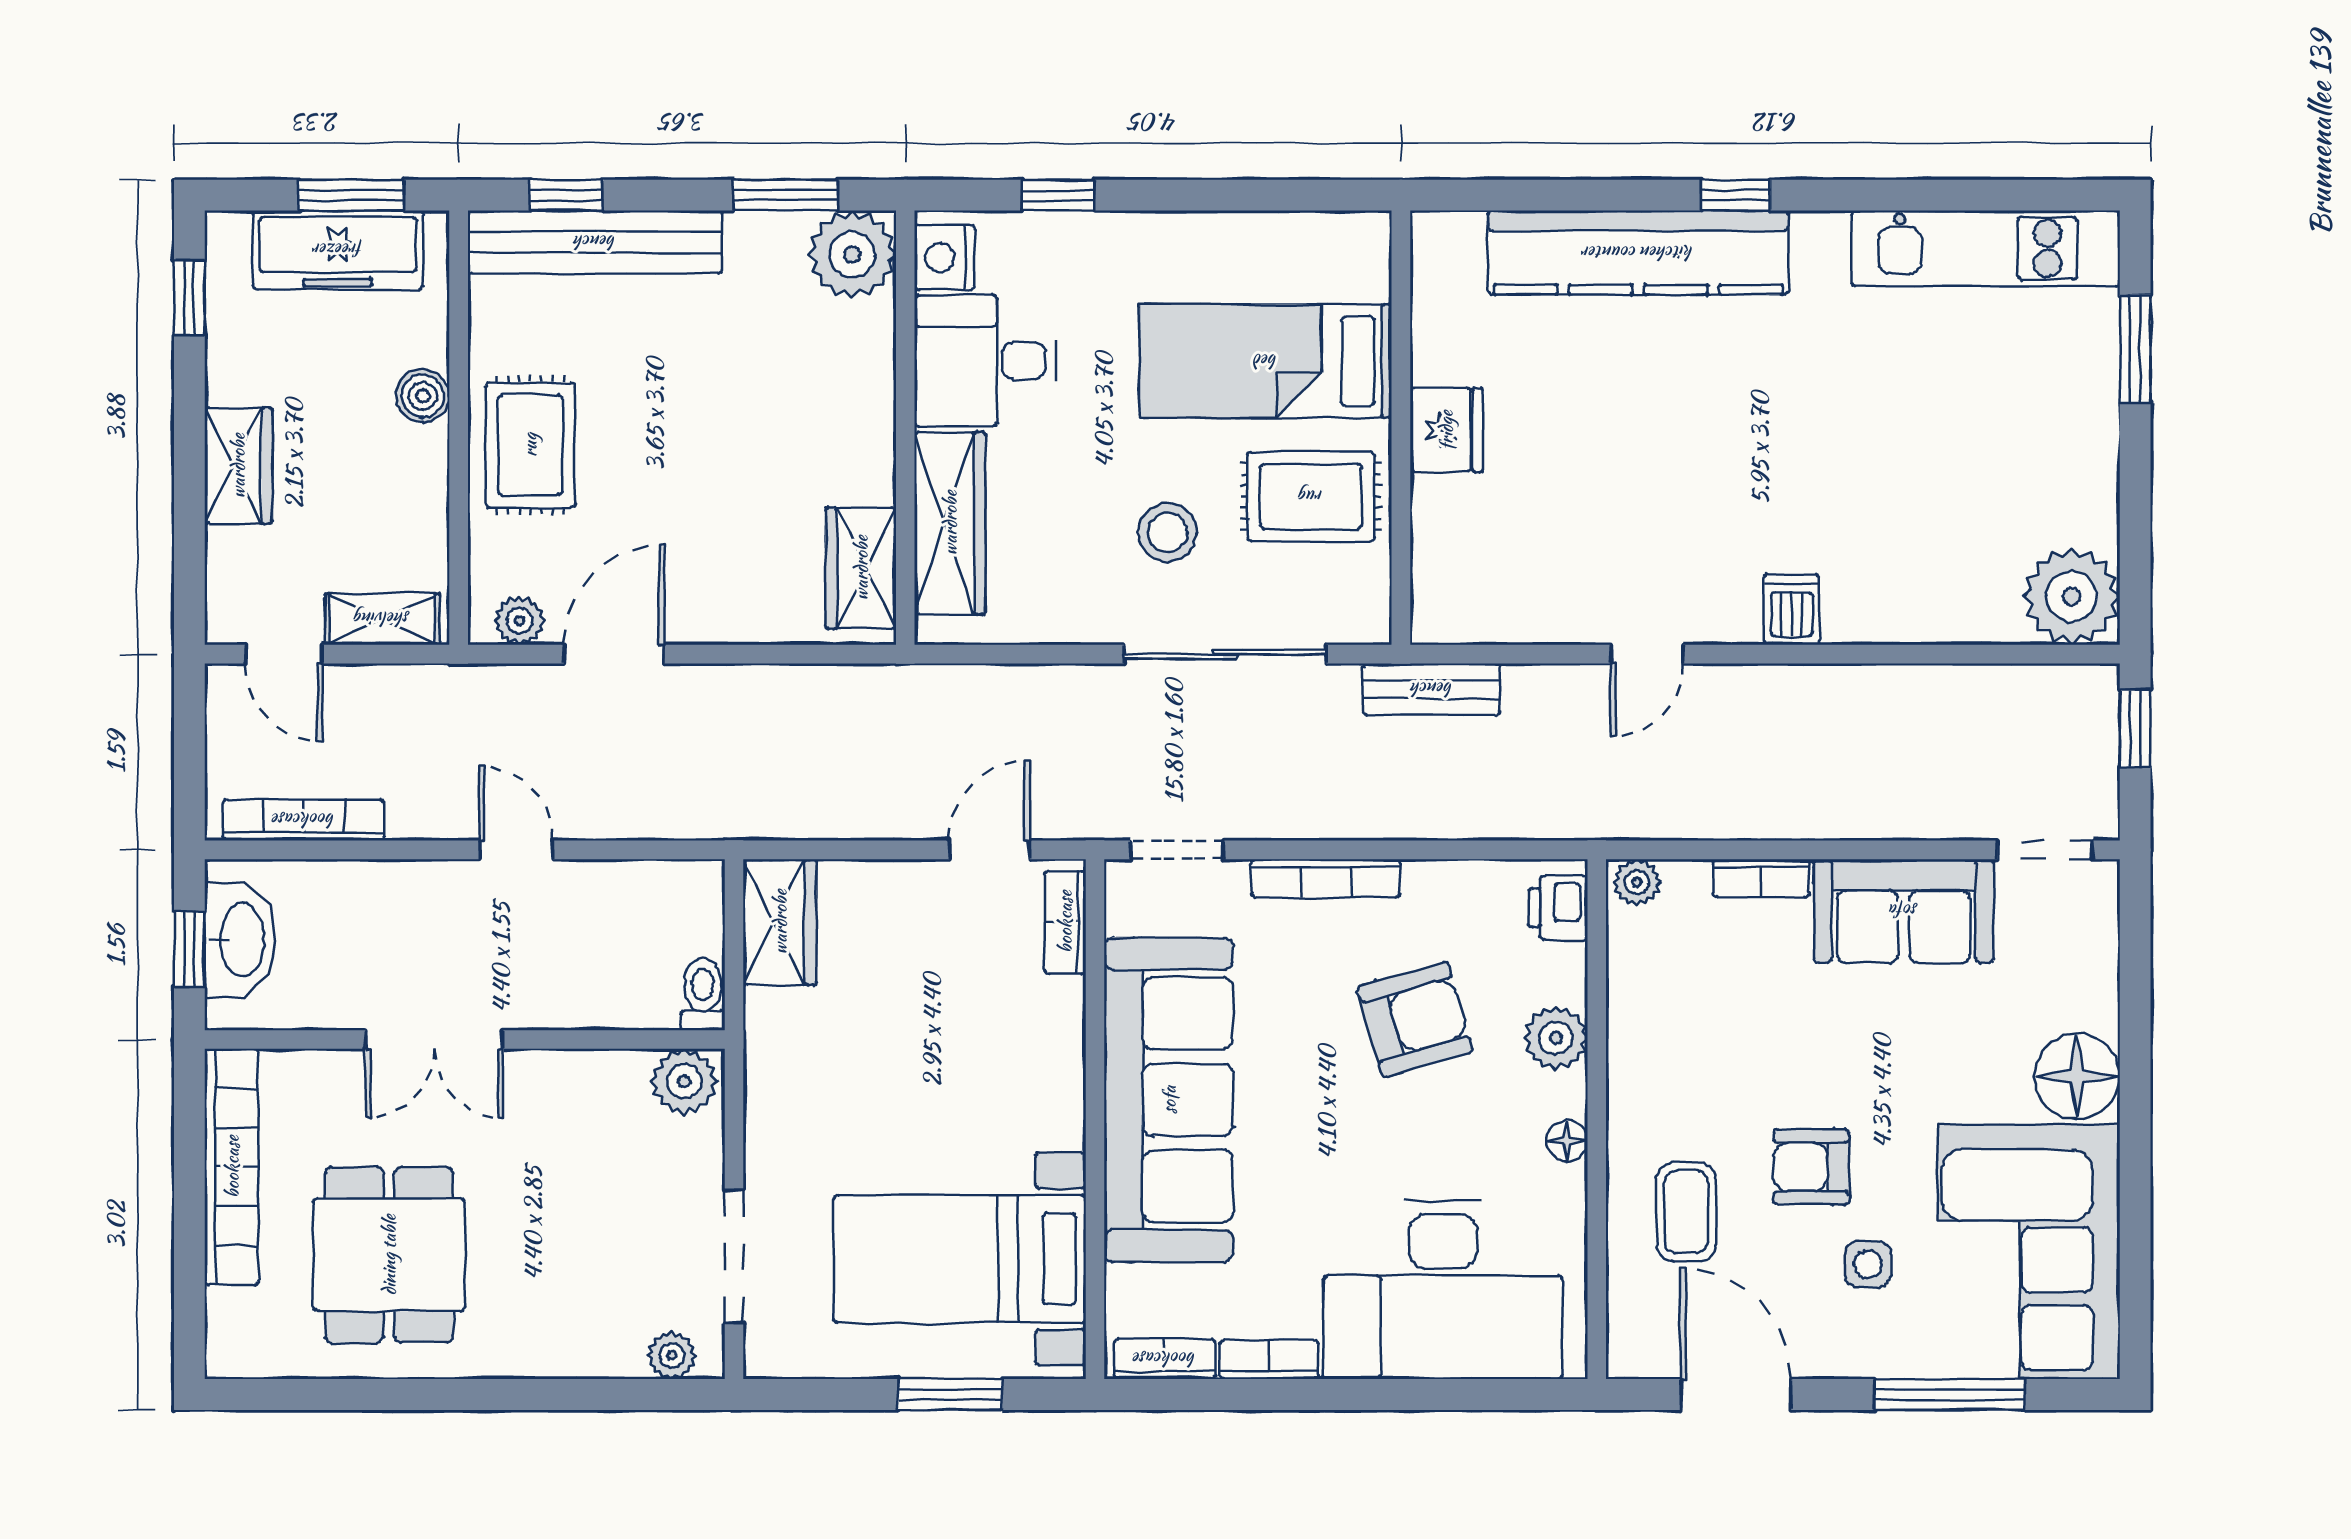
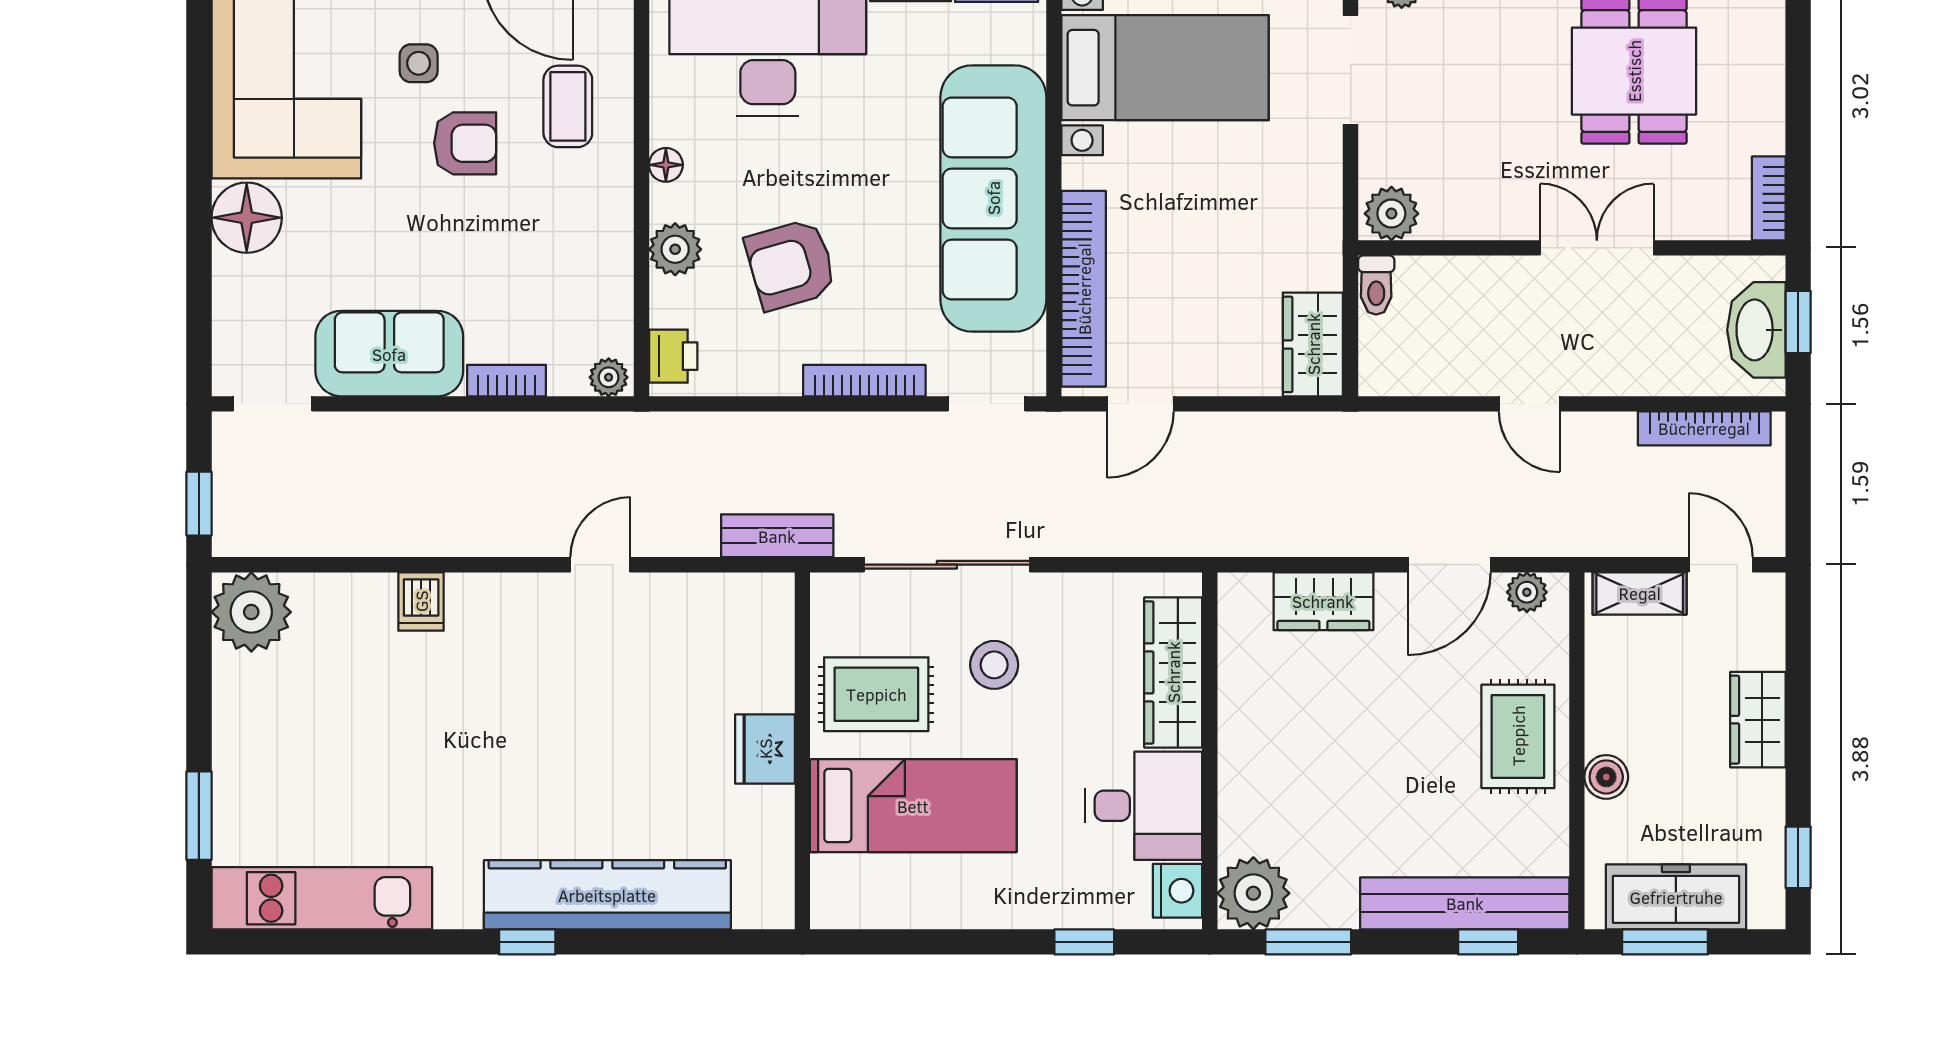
wardrobe: (861, 568) -> (1323, 601), moved, turned 90
dishwasher: (1792, 609) -> (421, 601), moved
bookcase: (1065, 922) -> (1084, 289), width x2.31, depth x1.31
bookcase: (232, 1167) -> (1769, 198), width x0.43, depth x0.76

